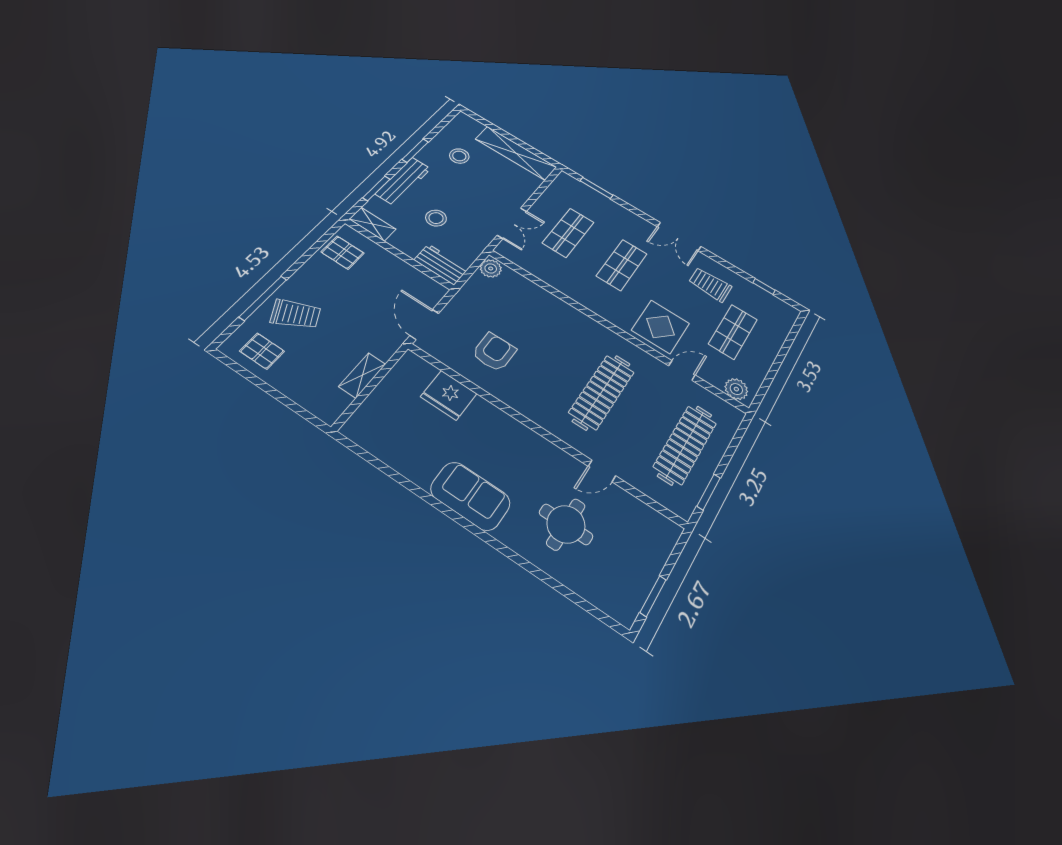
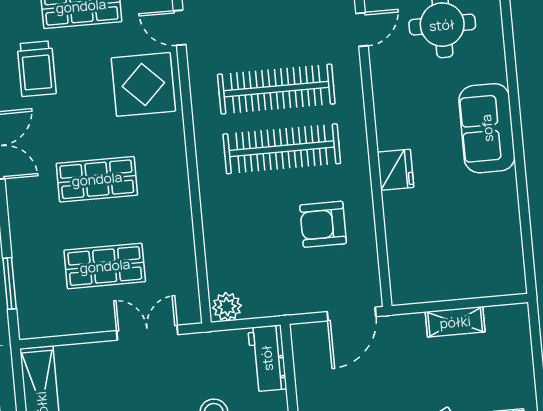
clothes rail: (561, 366) -> (282, 149), added
fridge: (449, 395) -> (396, 170), moved, width x0.73, depth x0.75
door: (602, 471) -> (362, 30), hinge flipped

